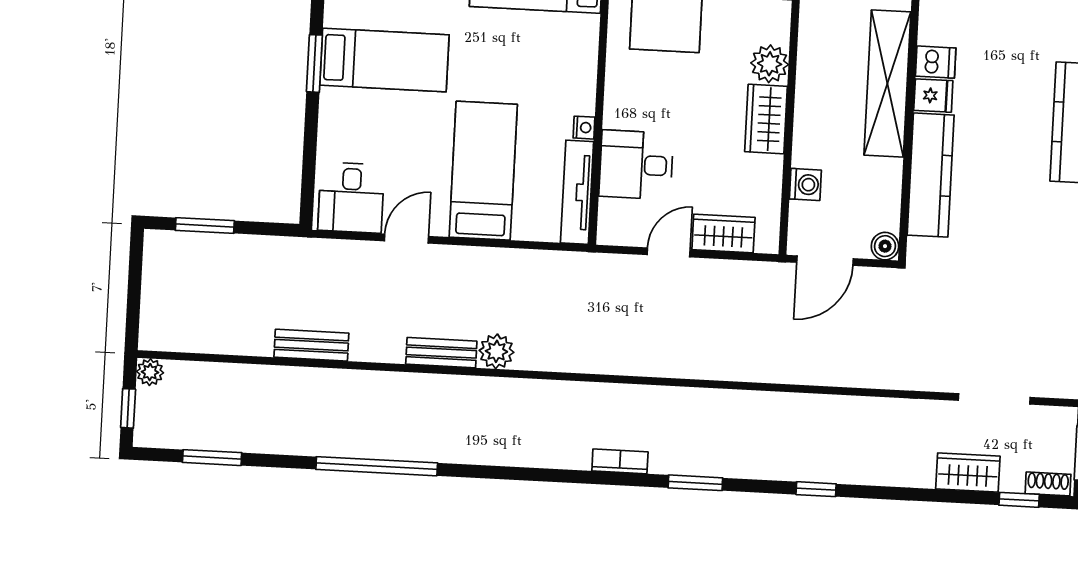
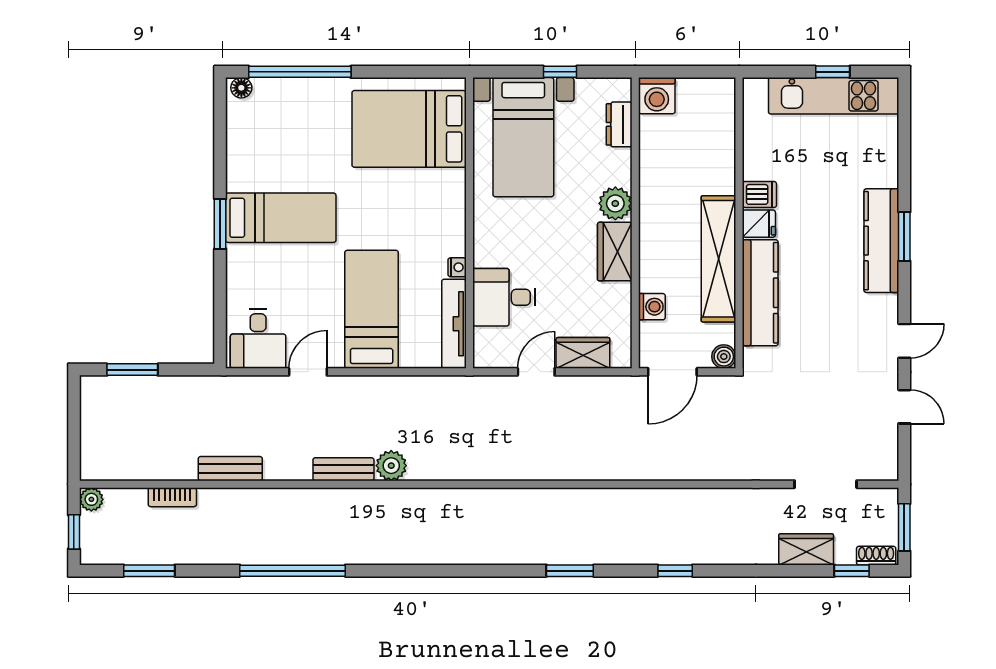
shelving: (887, 83) -> (719, 259), moved
bookcase: (620, 461) -> (172, 497), moved, turned 180

